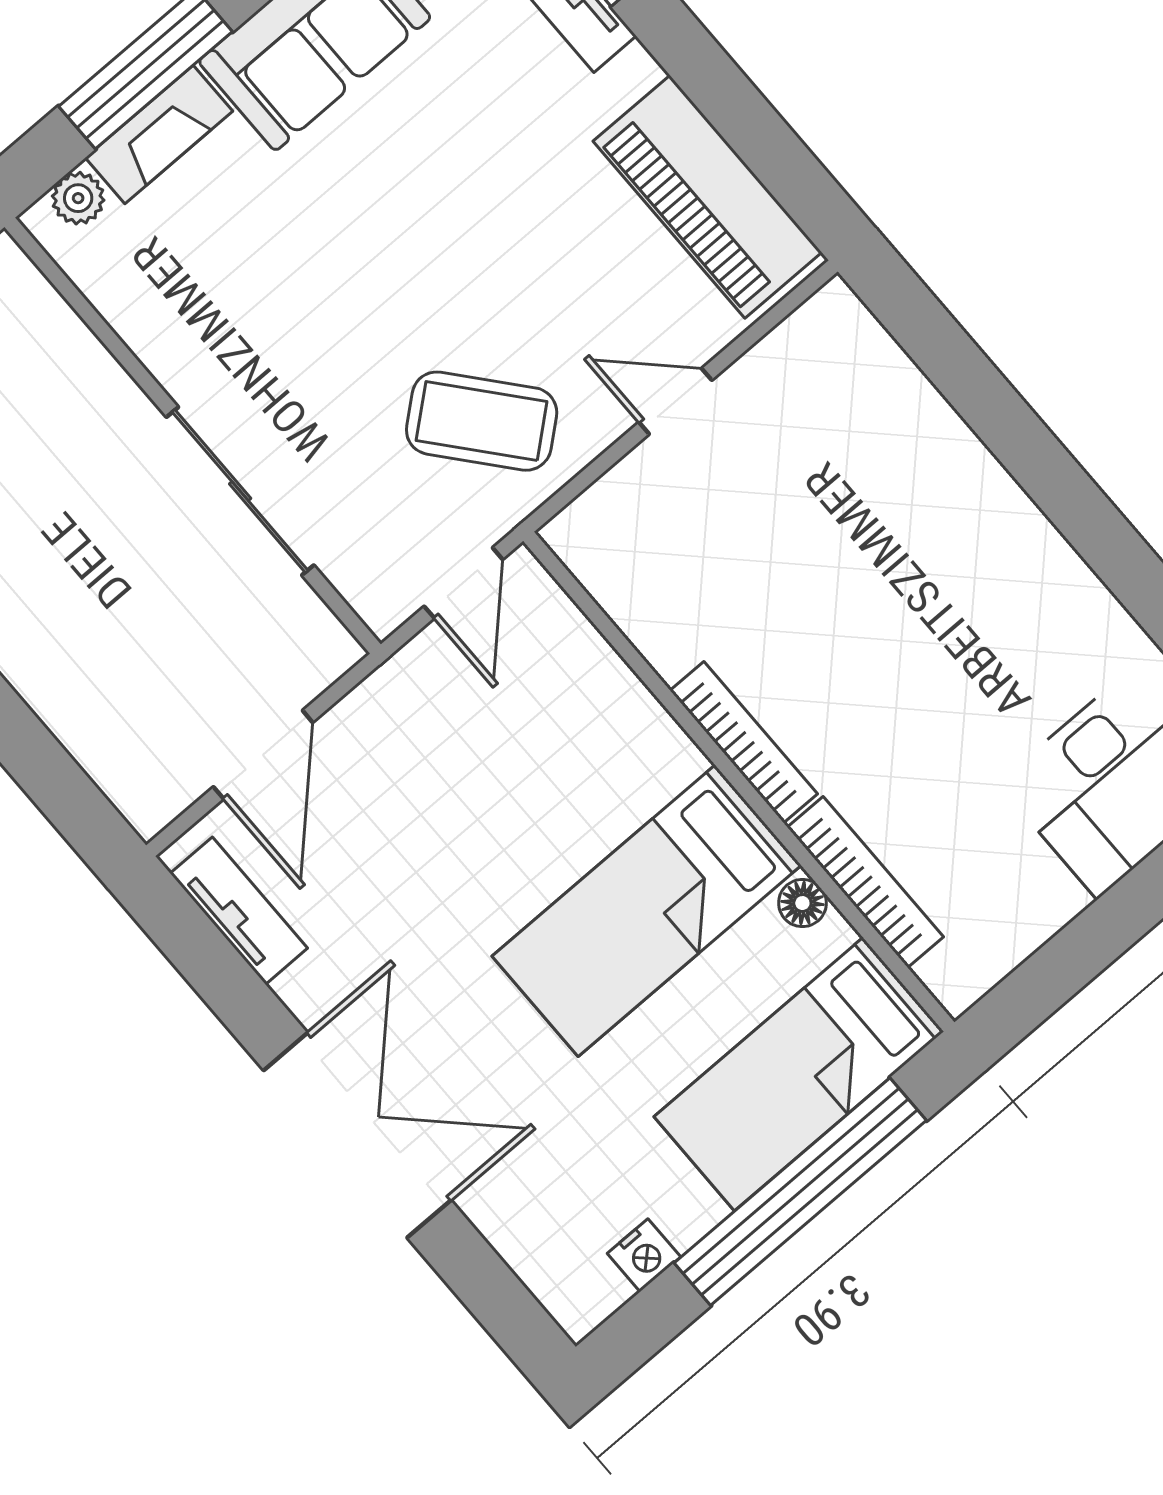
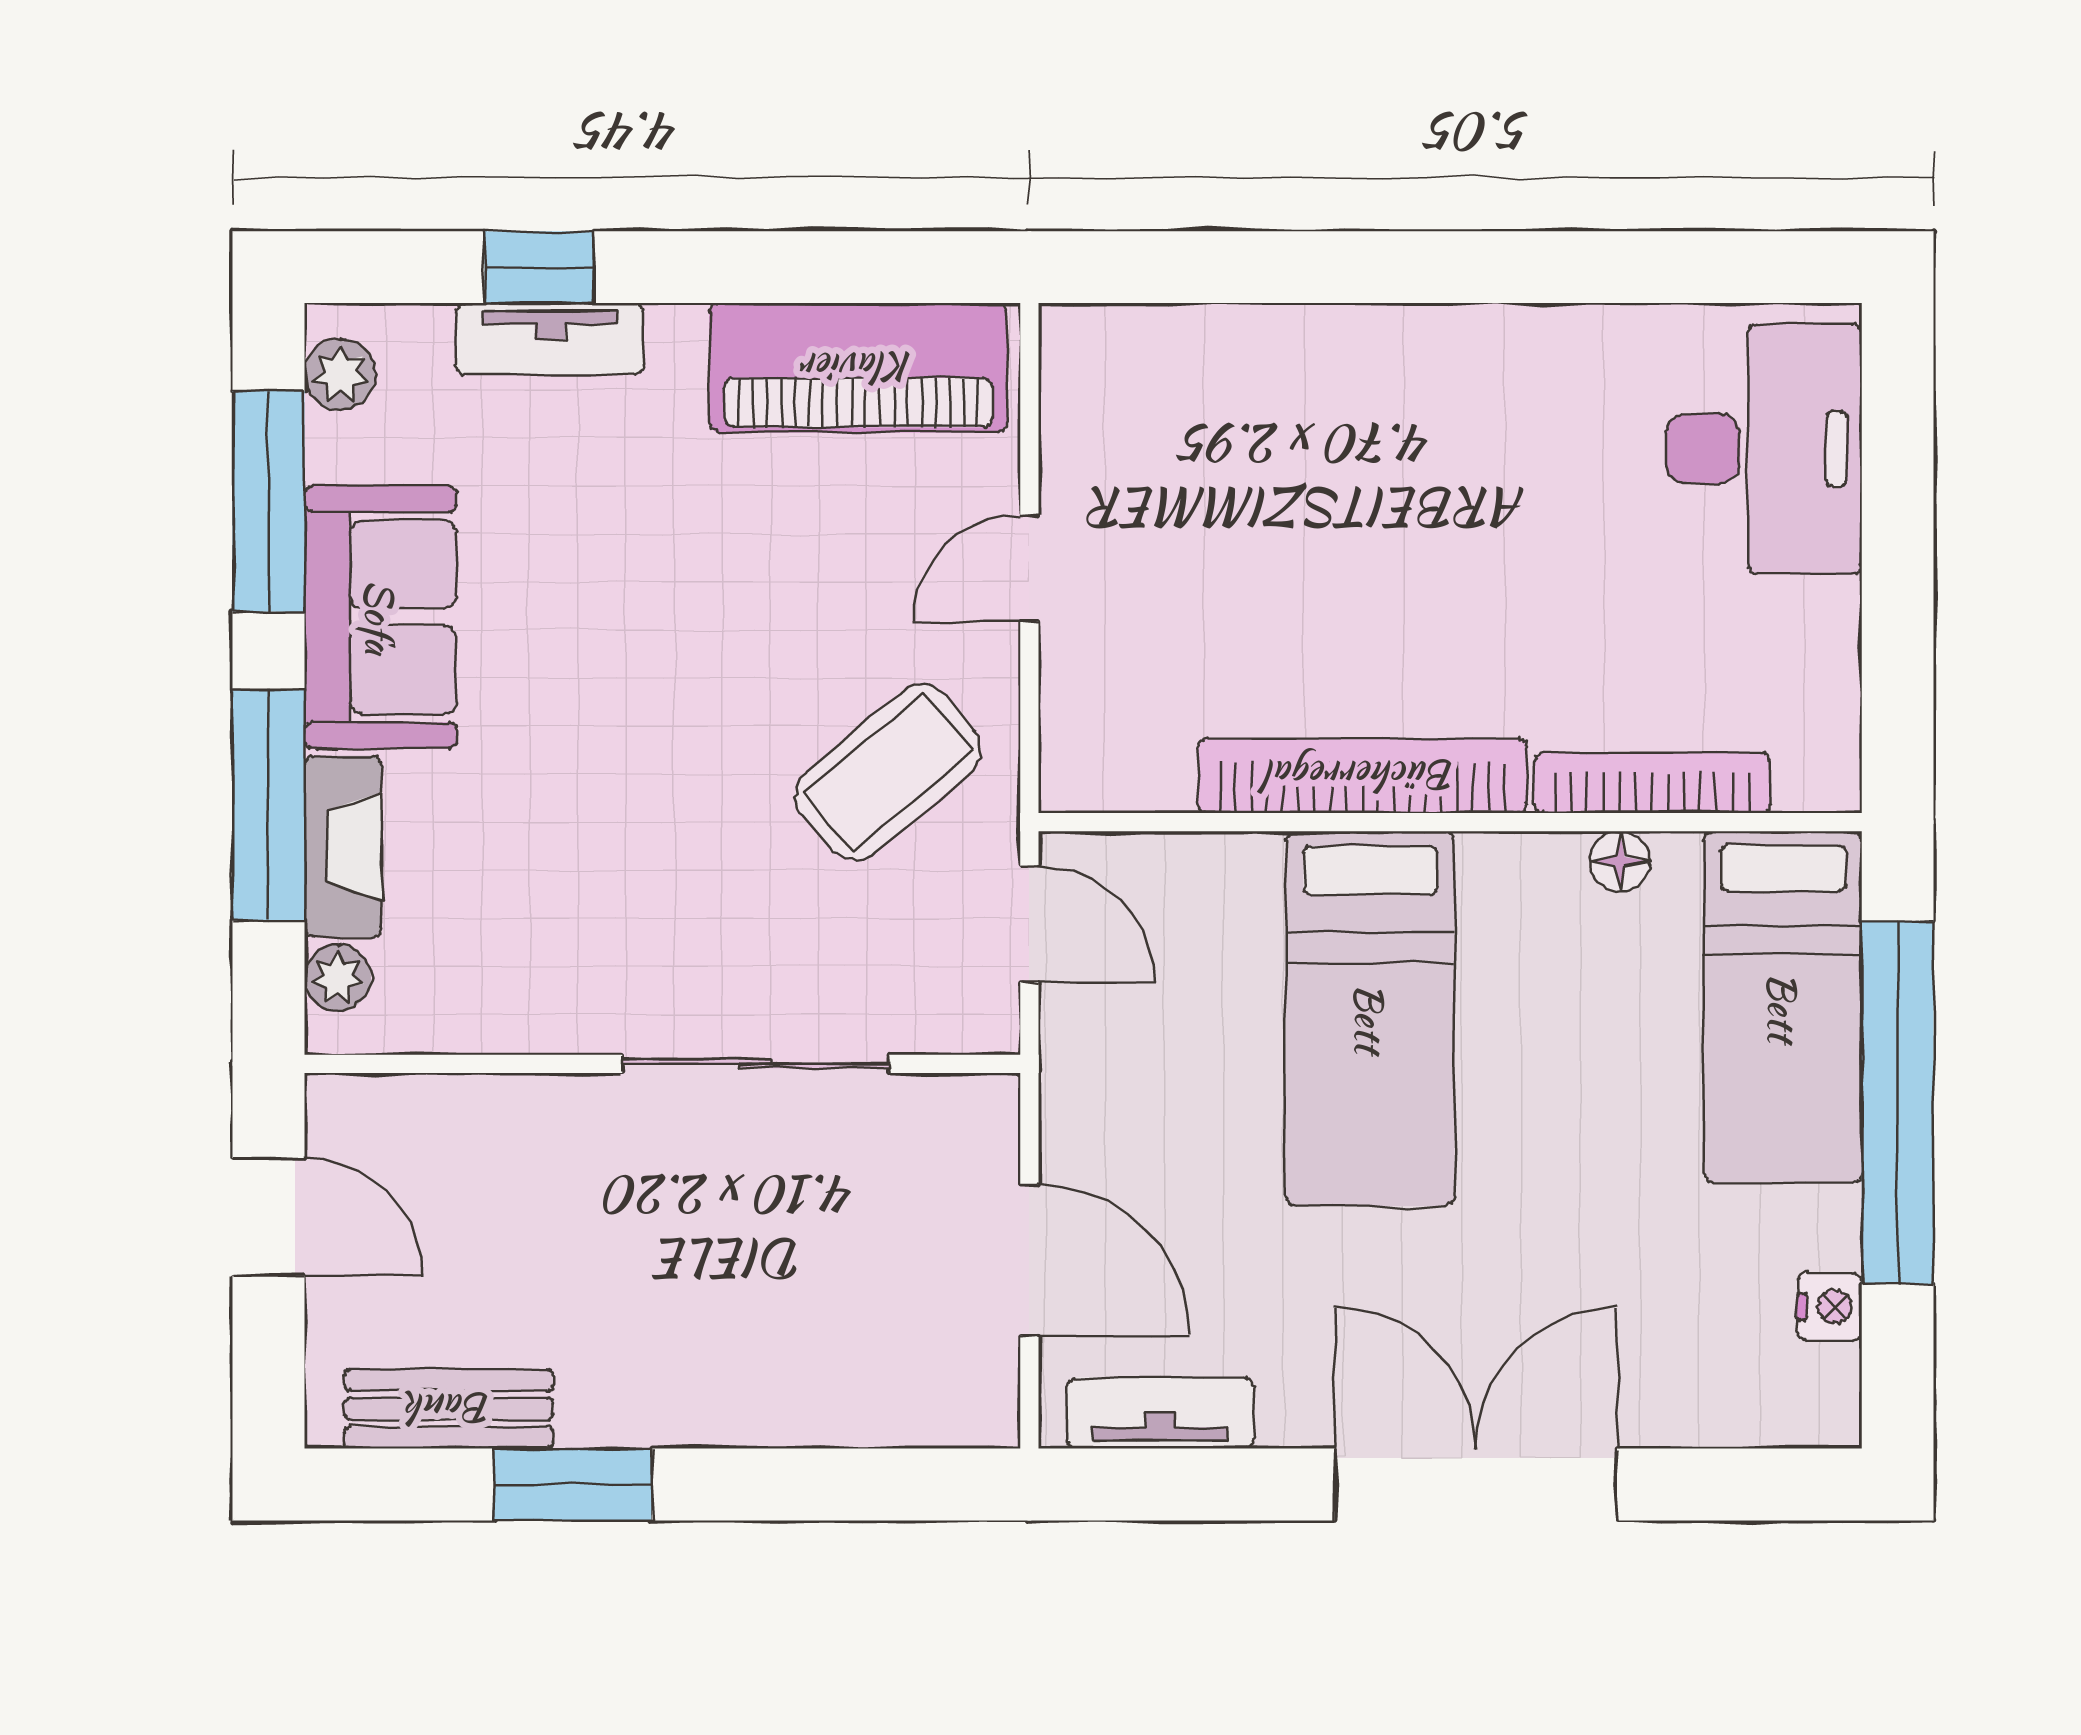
bookcase: (744, 742) -> (1362, 776), width x1.48, depth x1.31
bed: (647, 911) -> (1370, 1018), moved

